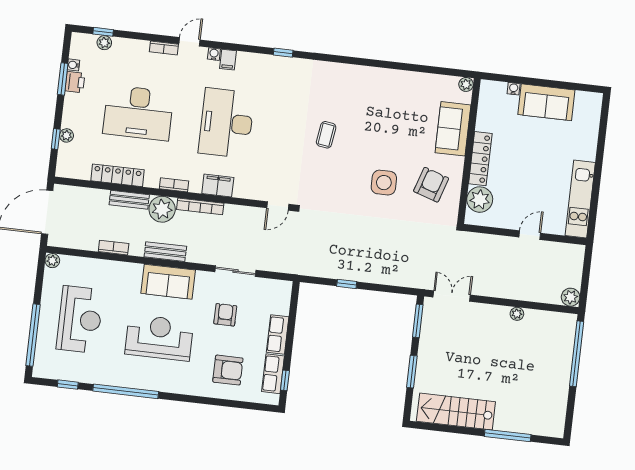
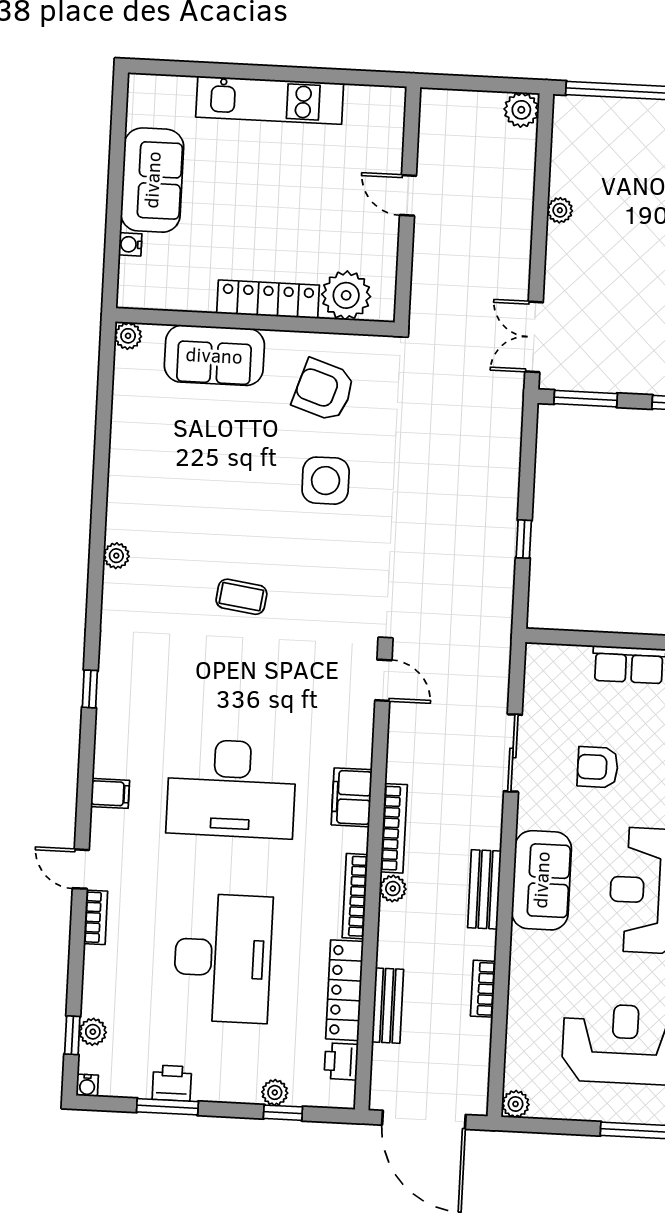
water cooler: (214, 54) -> (101, 821), removed
water cooler: (73, 65) -> (87, 1085), moved
plant: (352, 71) -> (116, 556), added
printer: (80, 171) -> (341, 1061), added
bookcase: (174, 185) -> (355, 896), width x1.56
kitchen unit: (580, 199) -> (270, 100), moved
bench: (129, 200) -> (388, 1006), moved
plant: (162, 209) -> (393, 889), width x0.53, depth x0.53

